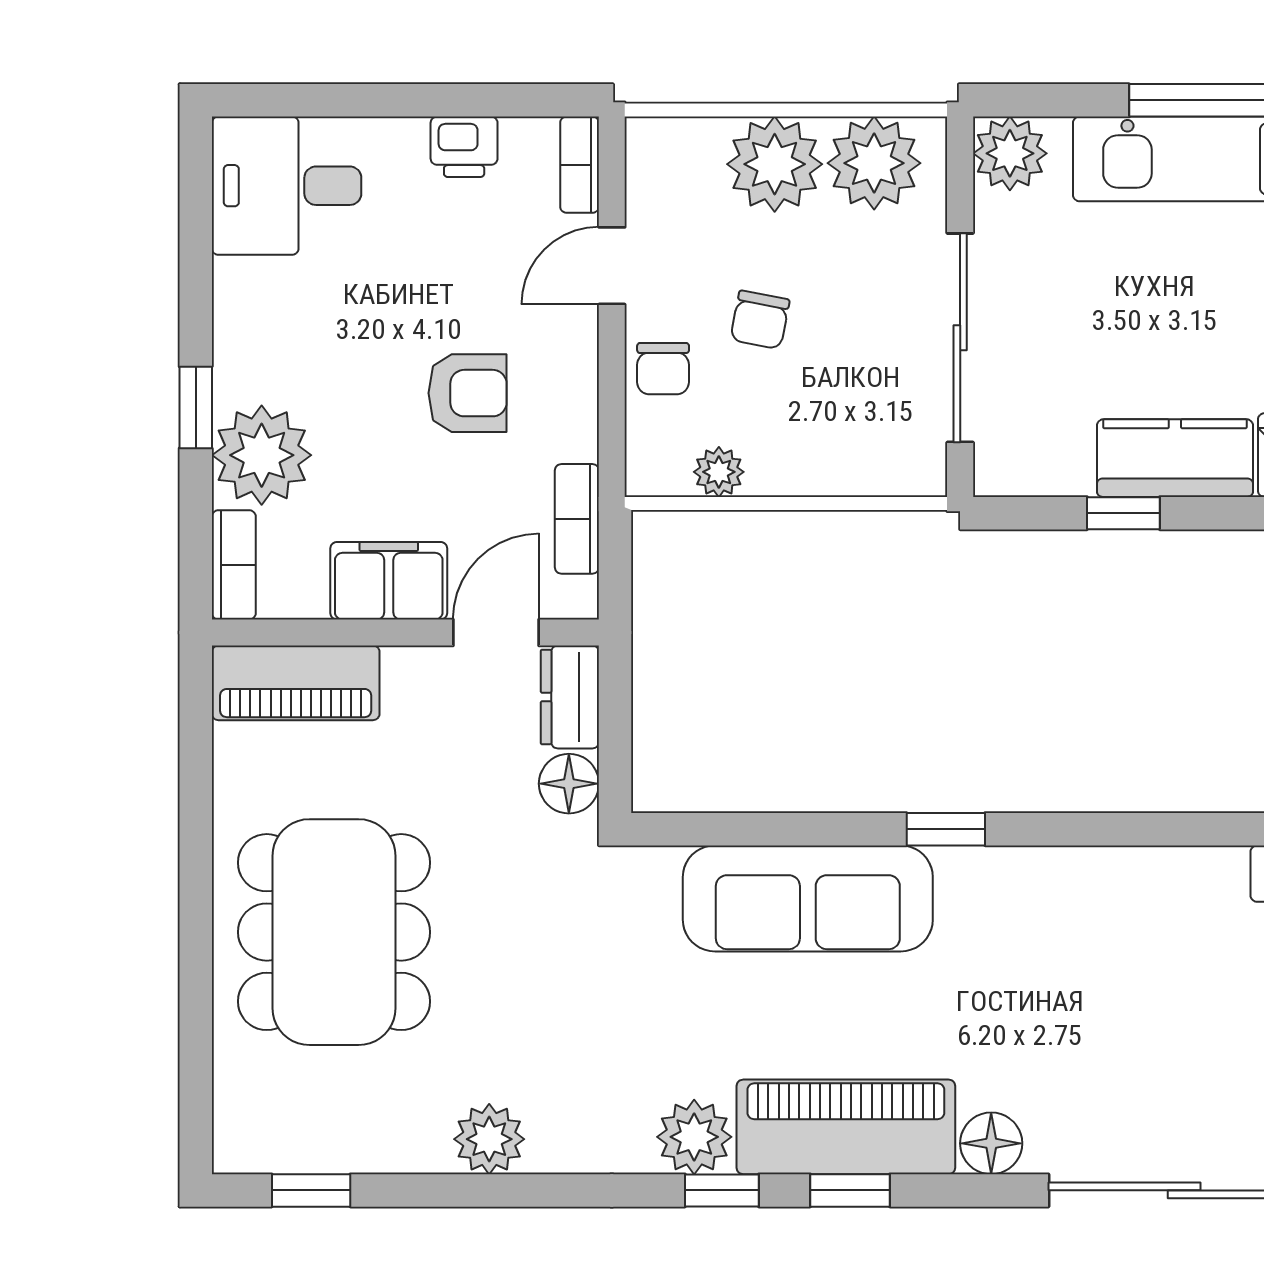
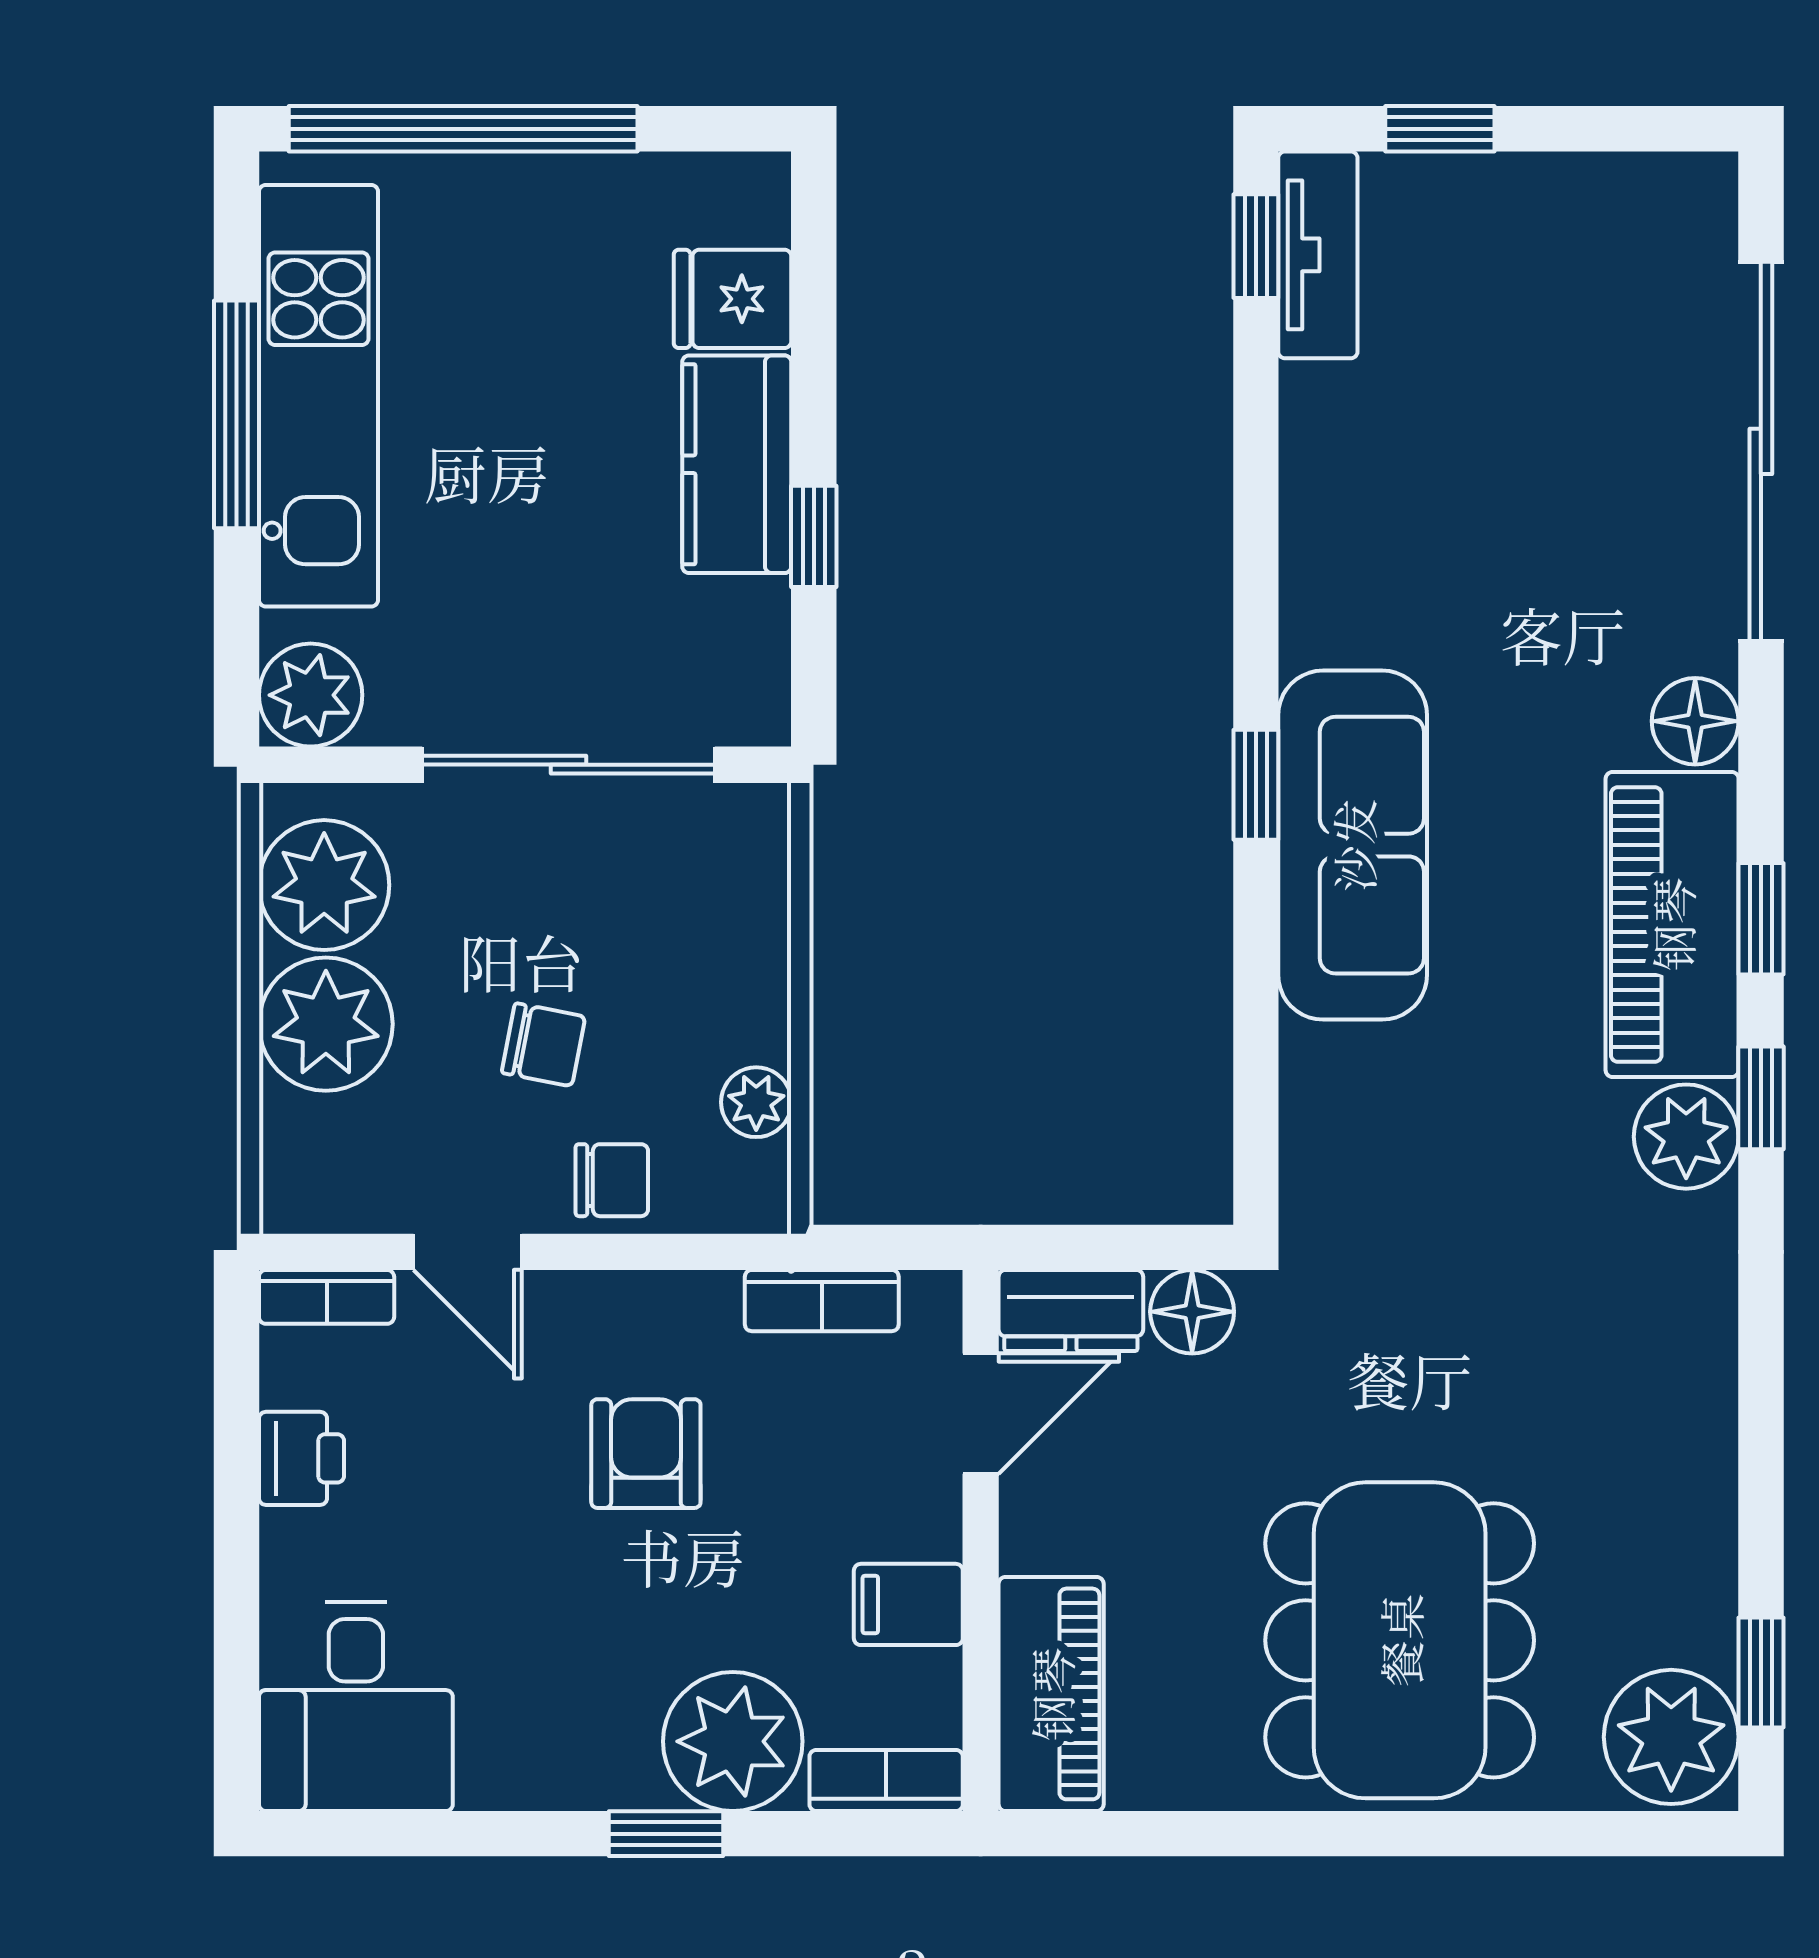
filing cabinet: (389, 581) -> (908, 1604), width x0.50
door: (496, 632) -> (981, 1414), swing flipped
sofa: (808, 898) -> (1353, 845), moved
dining table: (334, 932) -> (1400, 1640), turned 90
plant: (489, 1139) -> (1671, 1737), moved, width x1.36, depth x1.36

